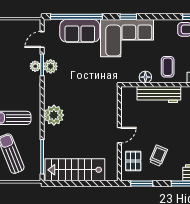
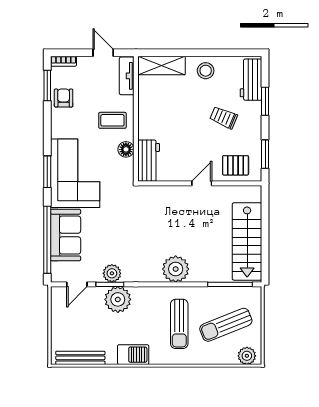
window: (128, 17) -> (47, 172), width x1.50
door: (42, 40) -> (77, 284), hinge flipped
plant: (35, 66) -> (118, 299), width x1.87, depth x1.87
workbench: (159, 94) -> (149, 161), moved, width x0.73
door: (119, 135) -> (202, 183), hinge flipped
trolley: (158, 156) -> (224, 118), moved

